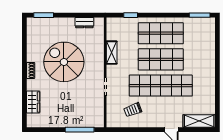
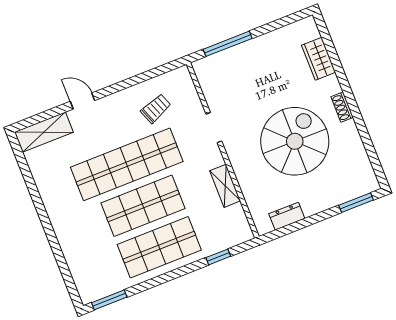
spiral stairs: (64, 62) -> (295, 141), turned -90

